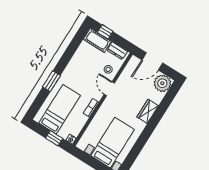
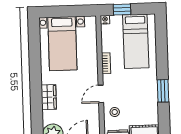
window: (51, 81) -> (163, 91), moved
door: (109, 89) -> (101, 94), swing flipped

